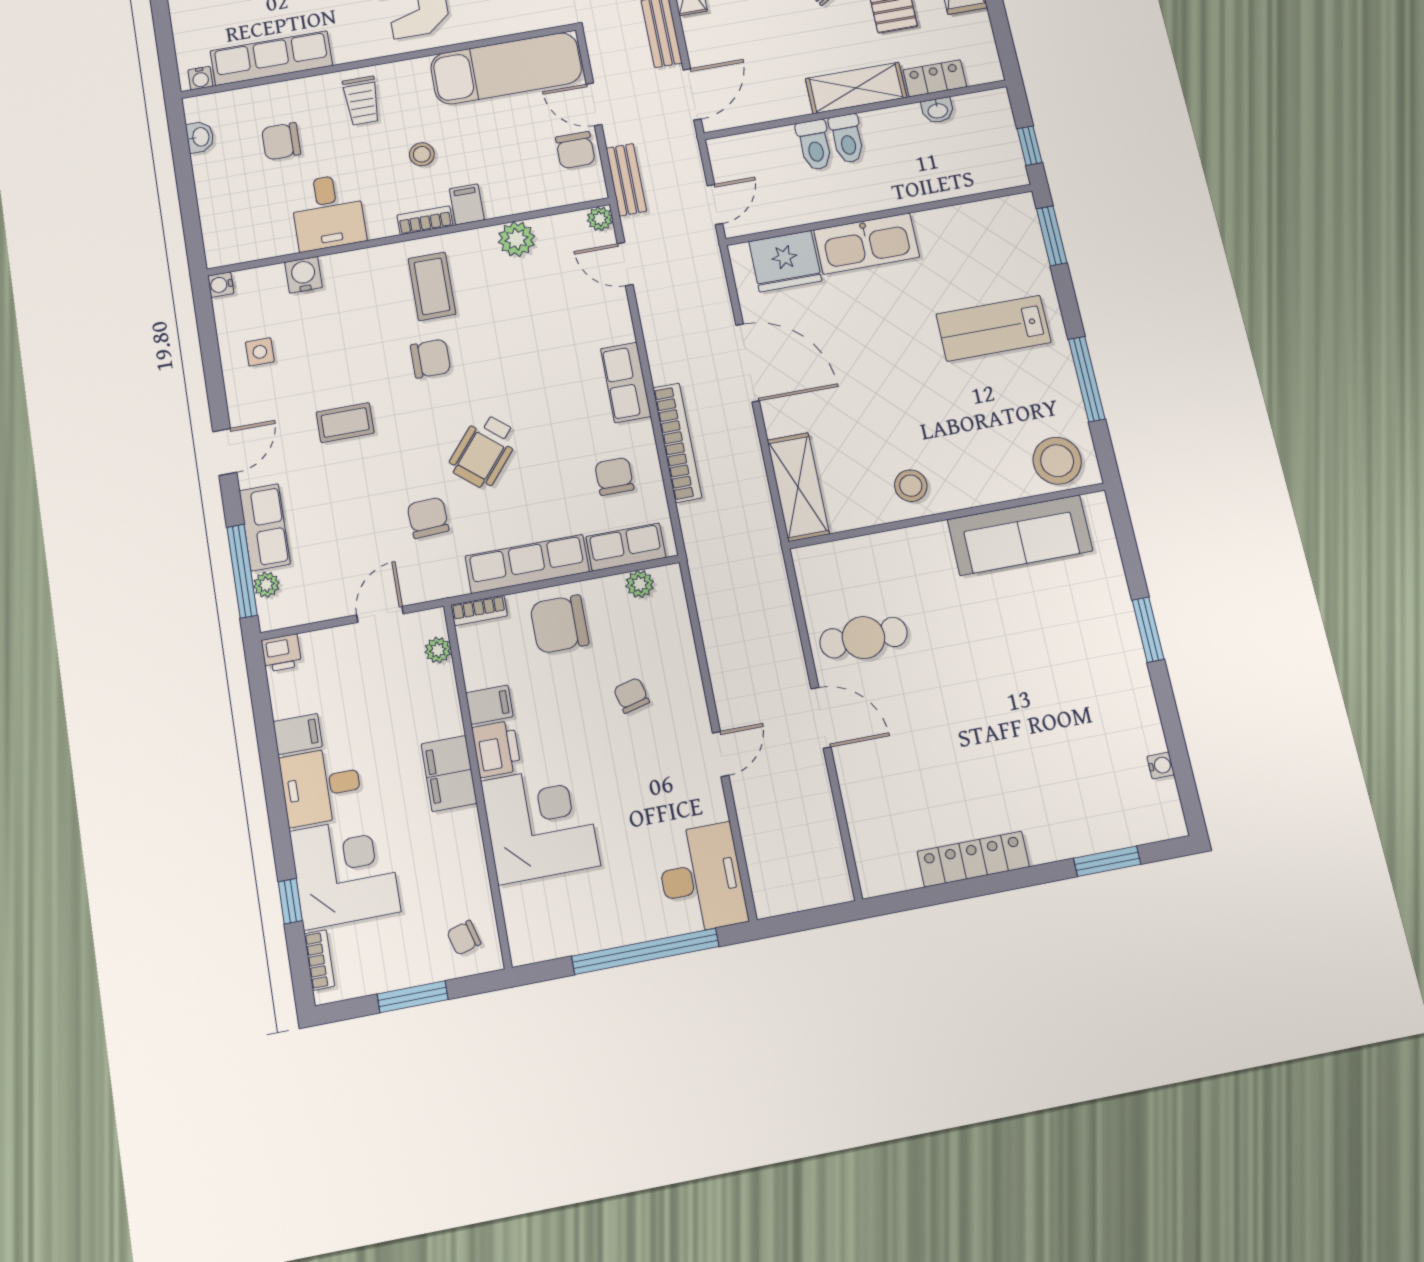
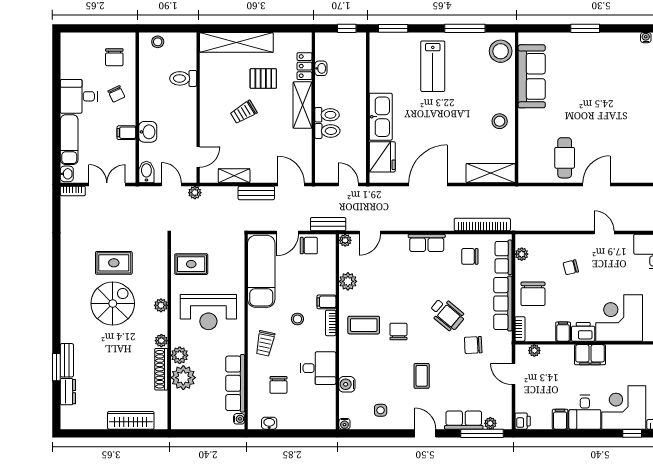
trolley: (362, 101) -> (265, 343), turned 102
bookcase: (677, 443) -> (482, 225), moved

